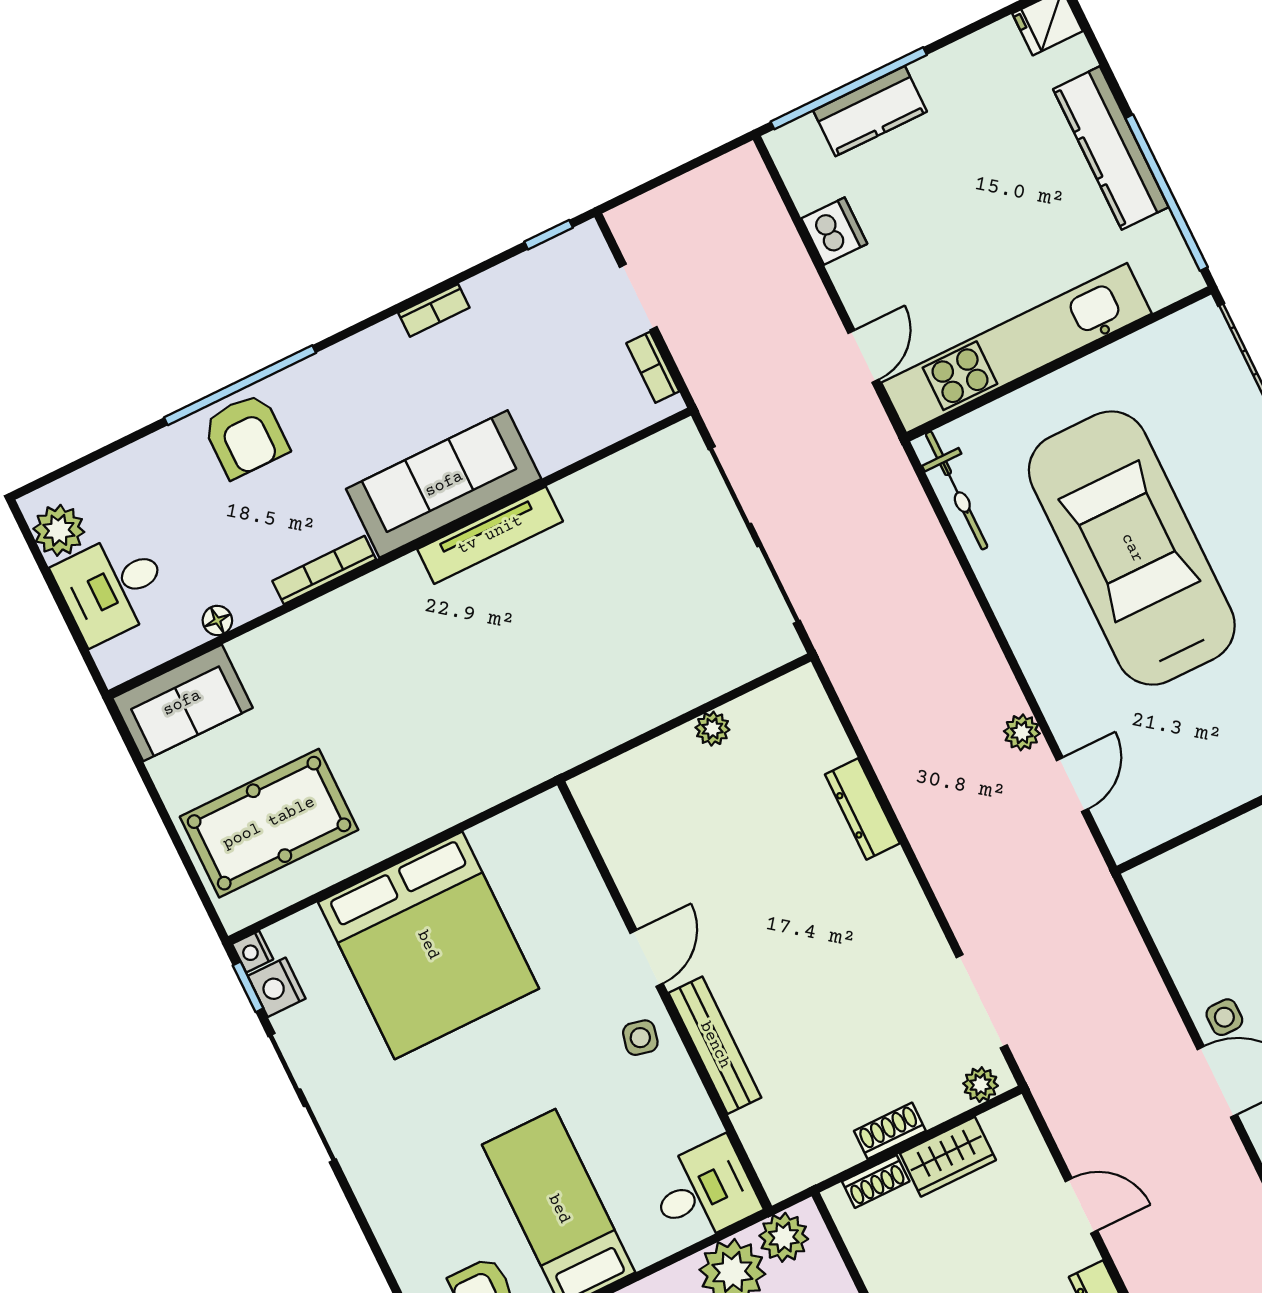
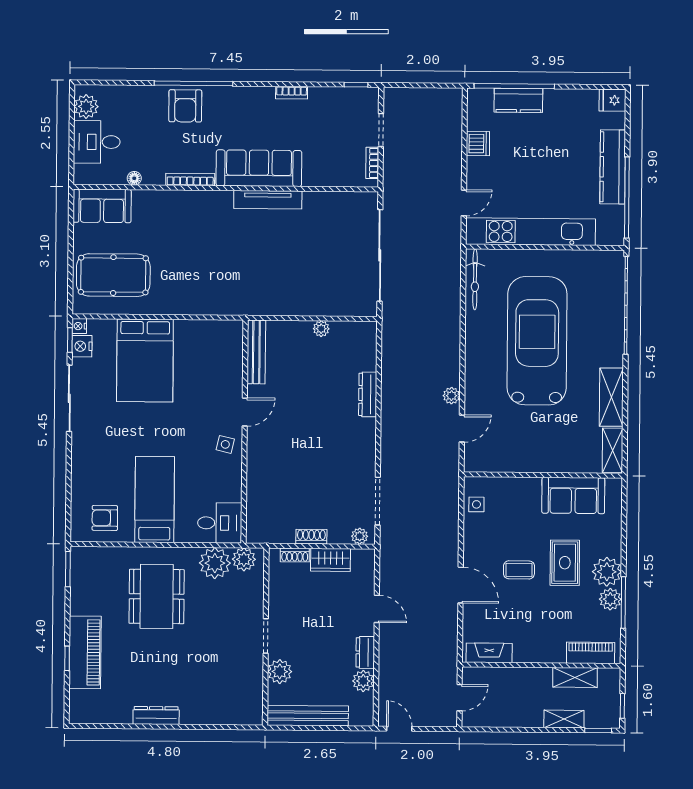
bed: (428, 945) -> (145, 360), width x0.73
side table: (1224, 1017) -> (476, 504), moved
bench: (715, 1045) -> (256, 352), moved

